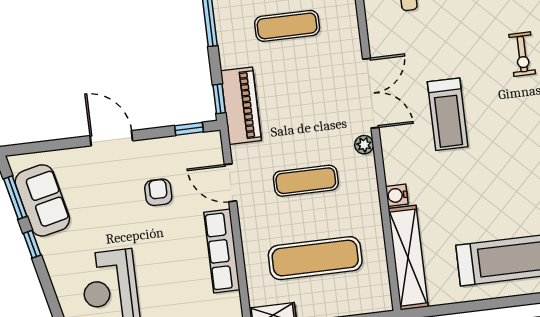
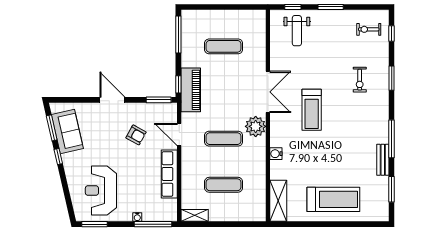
window: (189, 129) -> (159, 100), width x1.50
plant: (364, 145) -> (256, 126), width x1.87, depth x1.87
armchair: (158, 192) -> (136, 135), turned 119
exercise mat: (315, 258) -> (224, 185), width x0.73, depth x0.69
shelving: (408, 258) -> (278, 201), width x0.68

